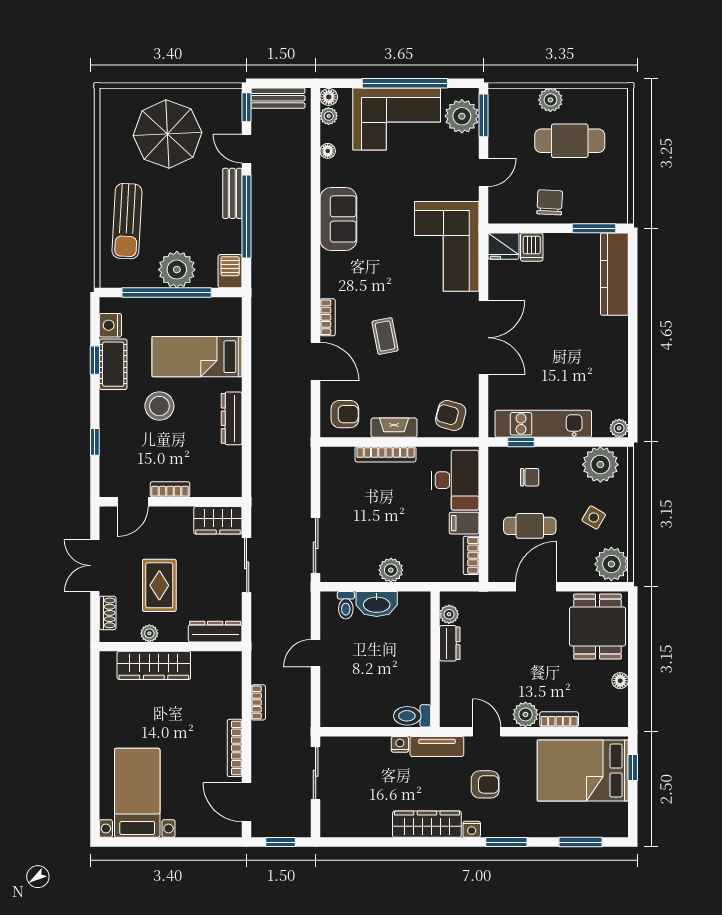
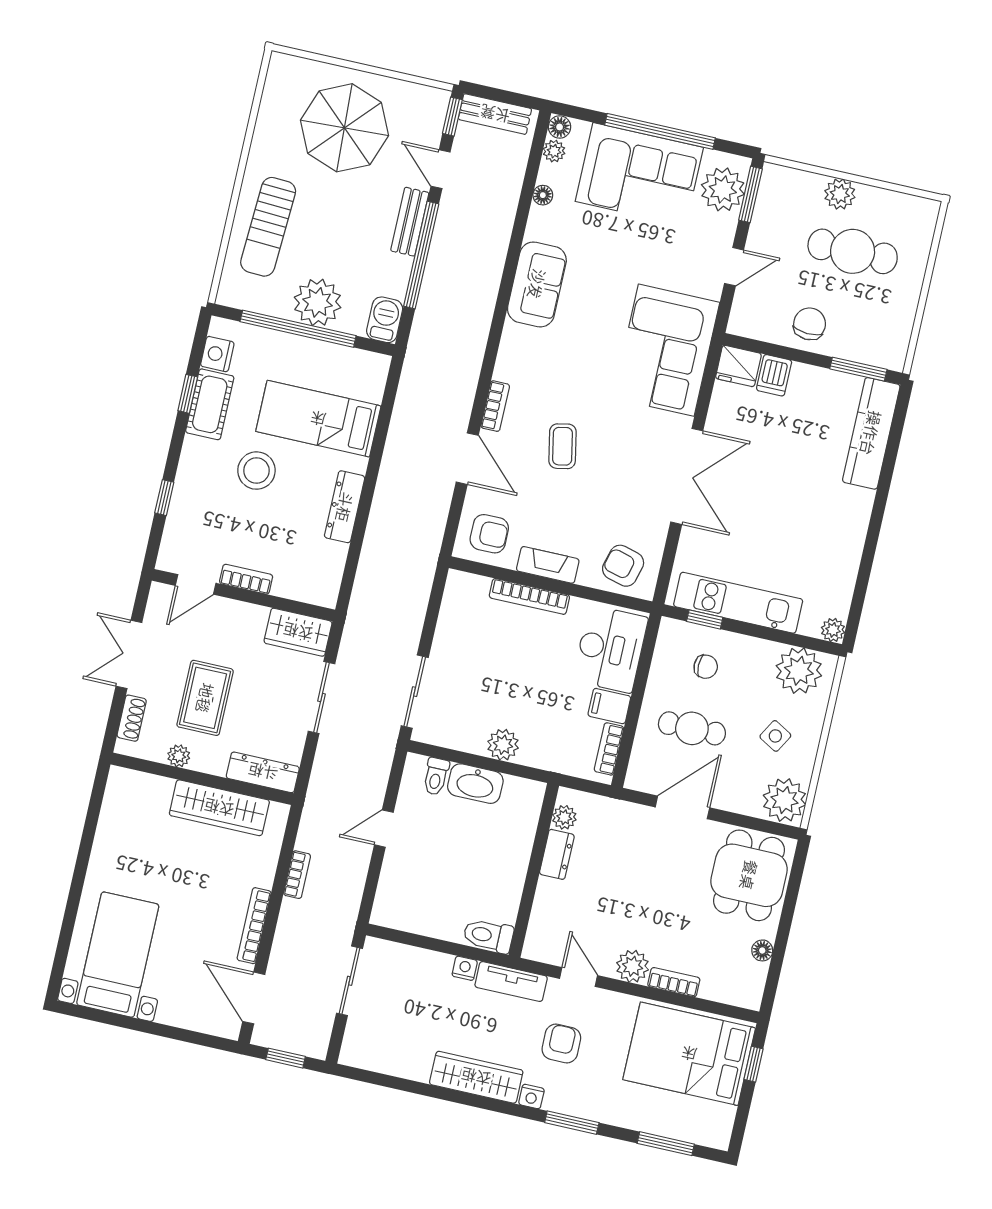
wardrobe: (154, 665) -> (219, 808), moved
armchair: (485, 784) -> (561, 1043), turned -90

